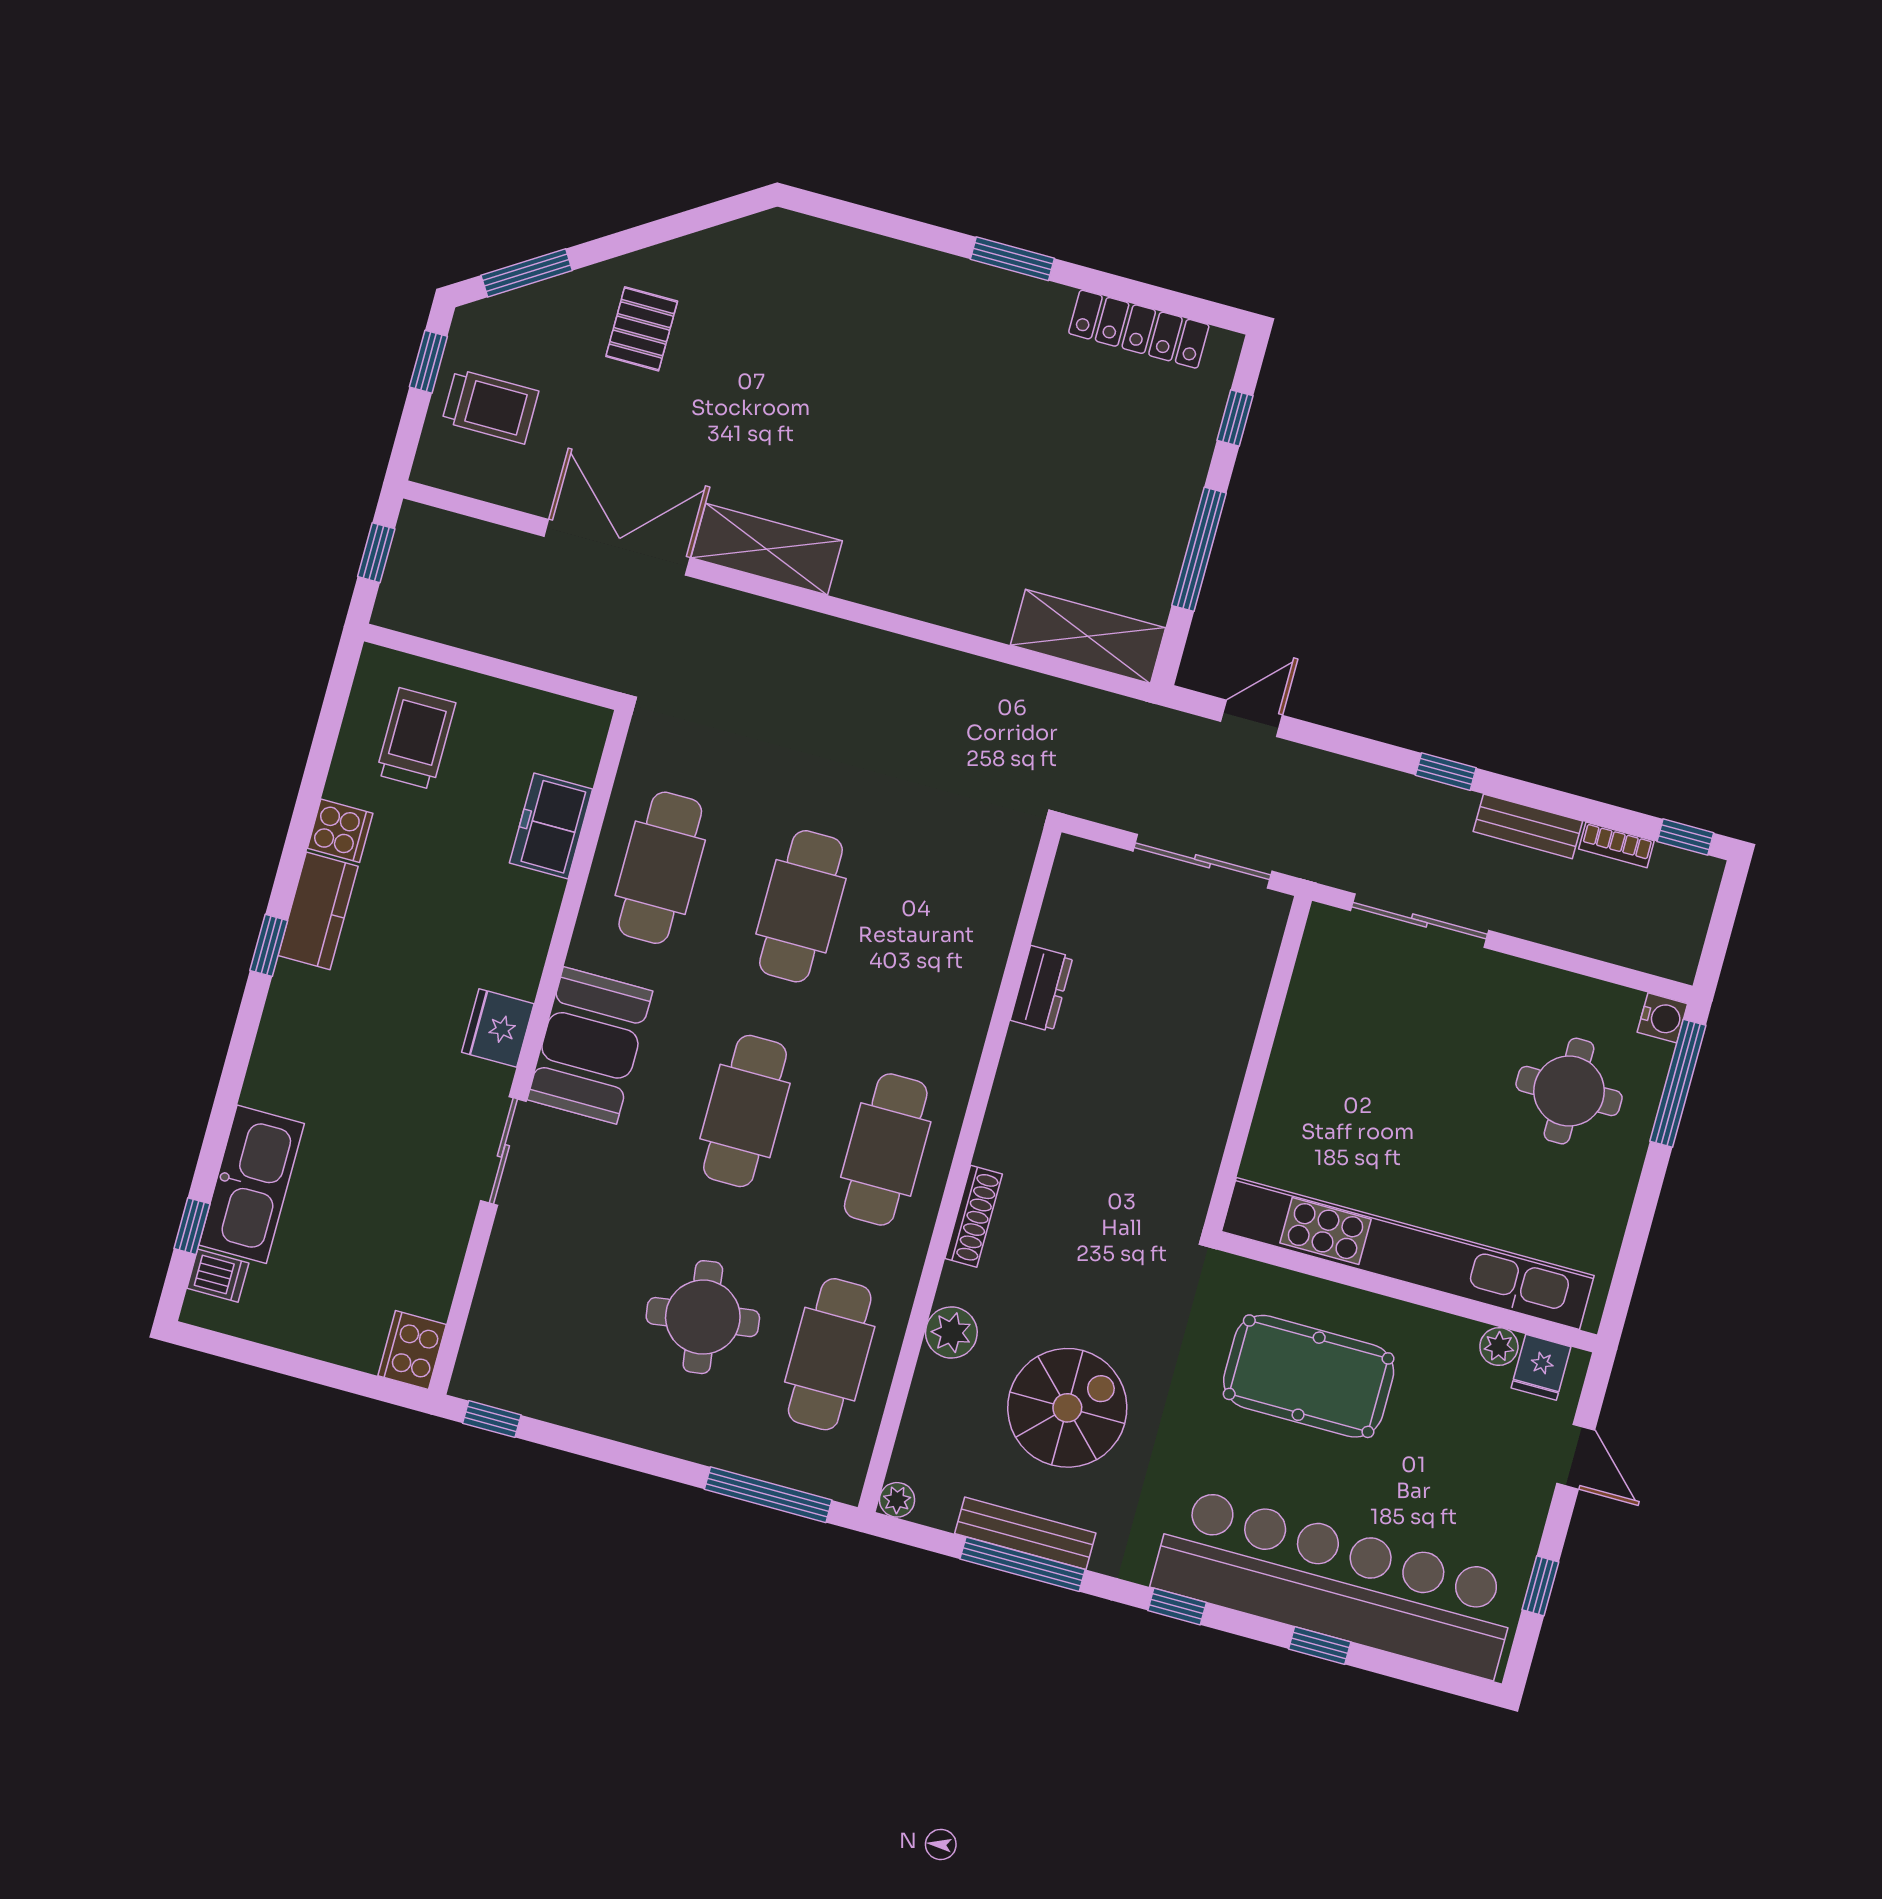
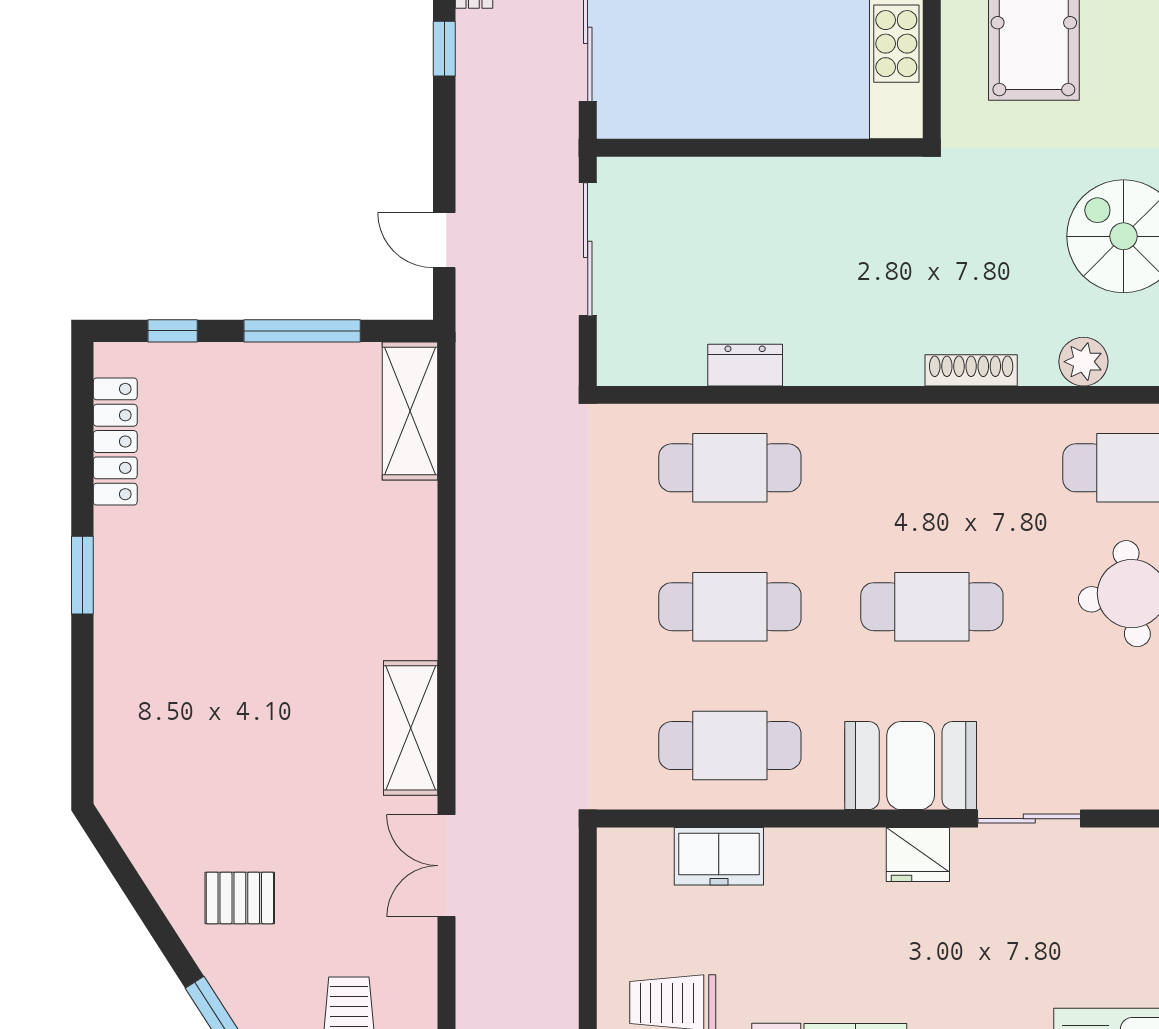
double door: (617, 547) -> (446, 866), width x0.73
cafe table: (886, 1149) -> (730, 468), moved

